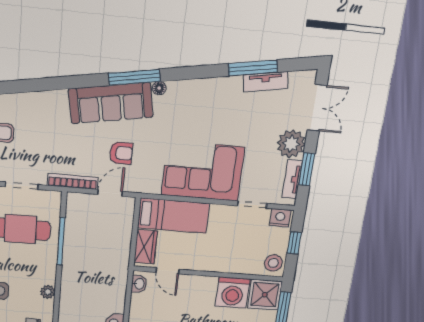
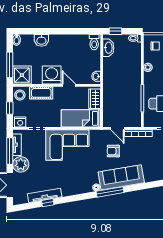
window: (253, 68) -> (48, 203), width x0.46
tv unit: (266, 82) -> (45, 195), width x1.41
window: (307, 169) -> (10, 151), width x1.44
door: (110, 193) -> (117, 128), hinge flipped
cot: (237, 264) -> (41, 93), added
door: (167, 271) -> (69, 85), moved
washing machine: (233, 293) -> (52, 75), moved

